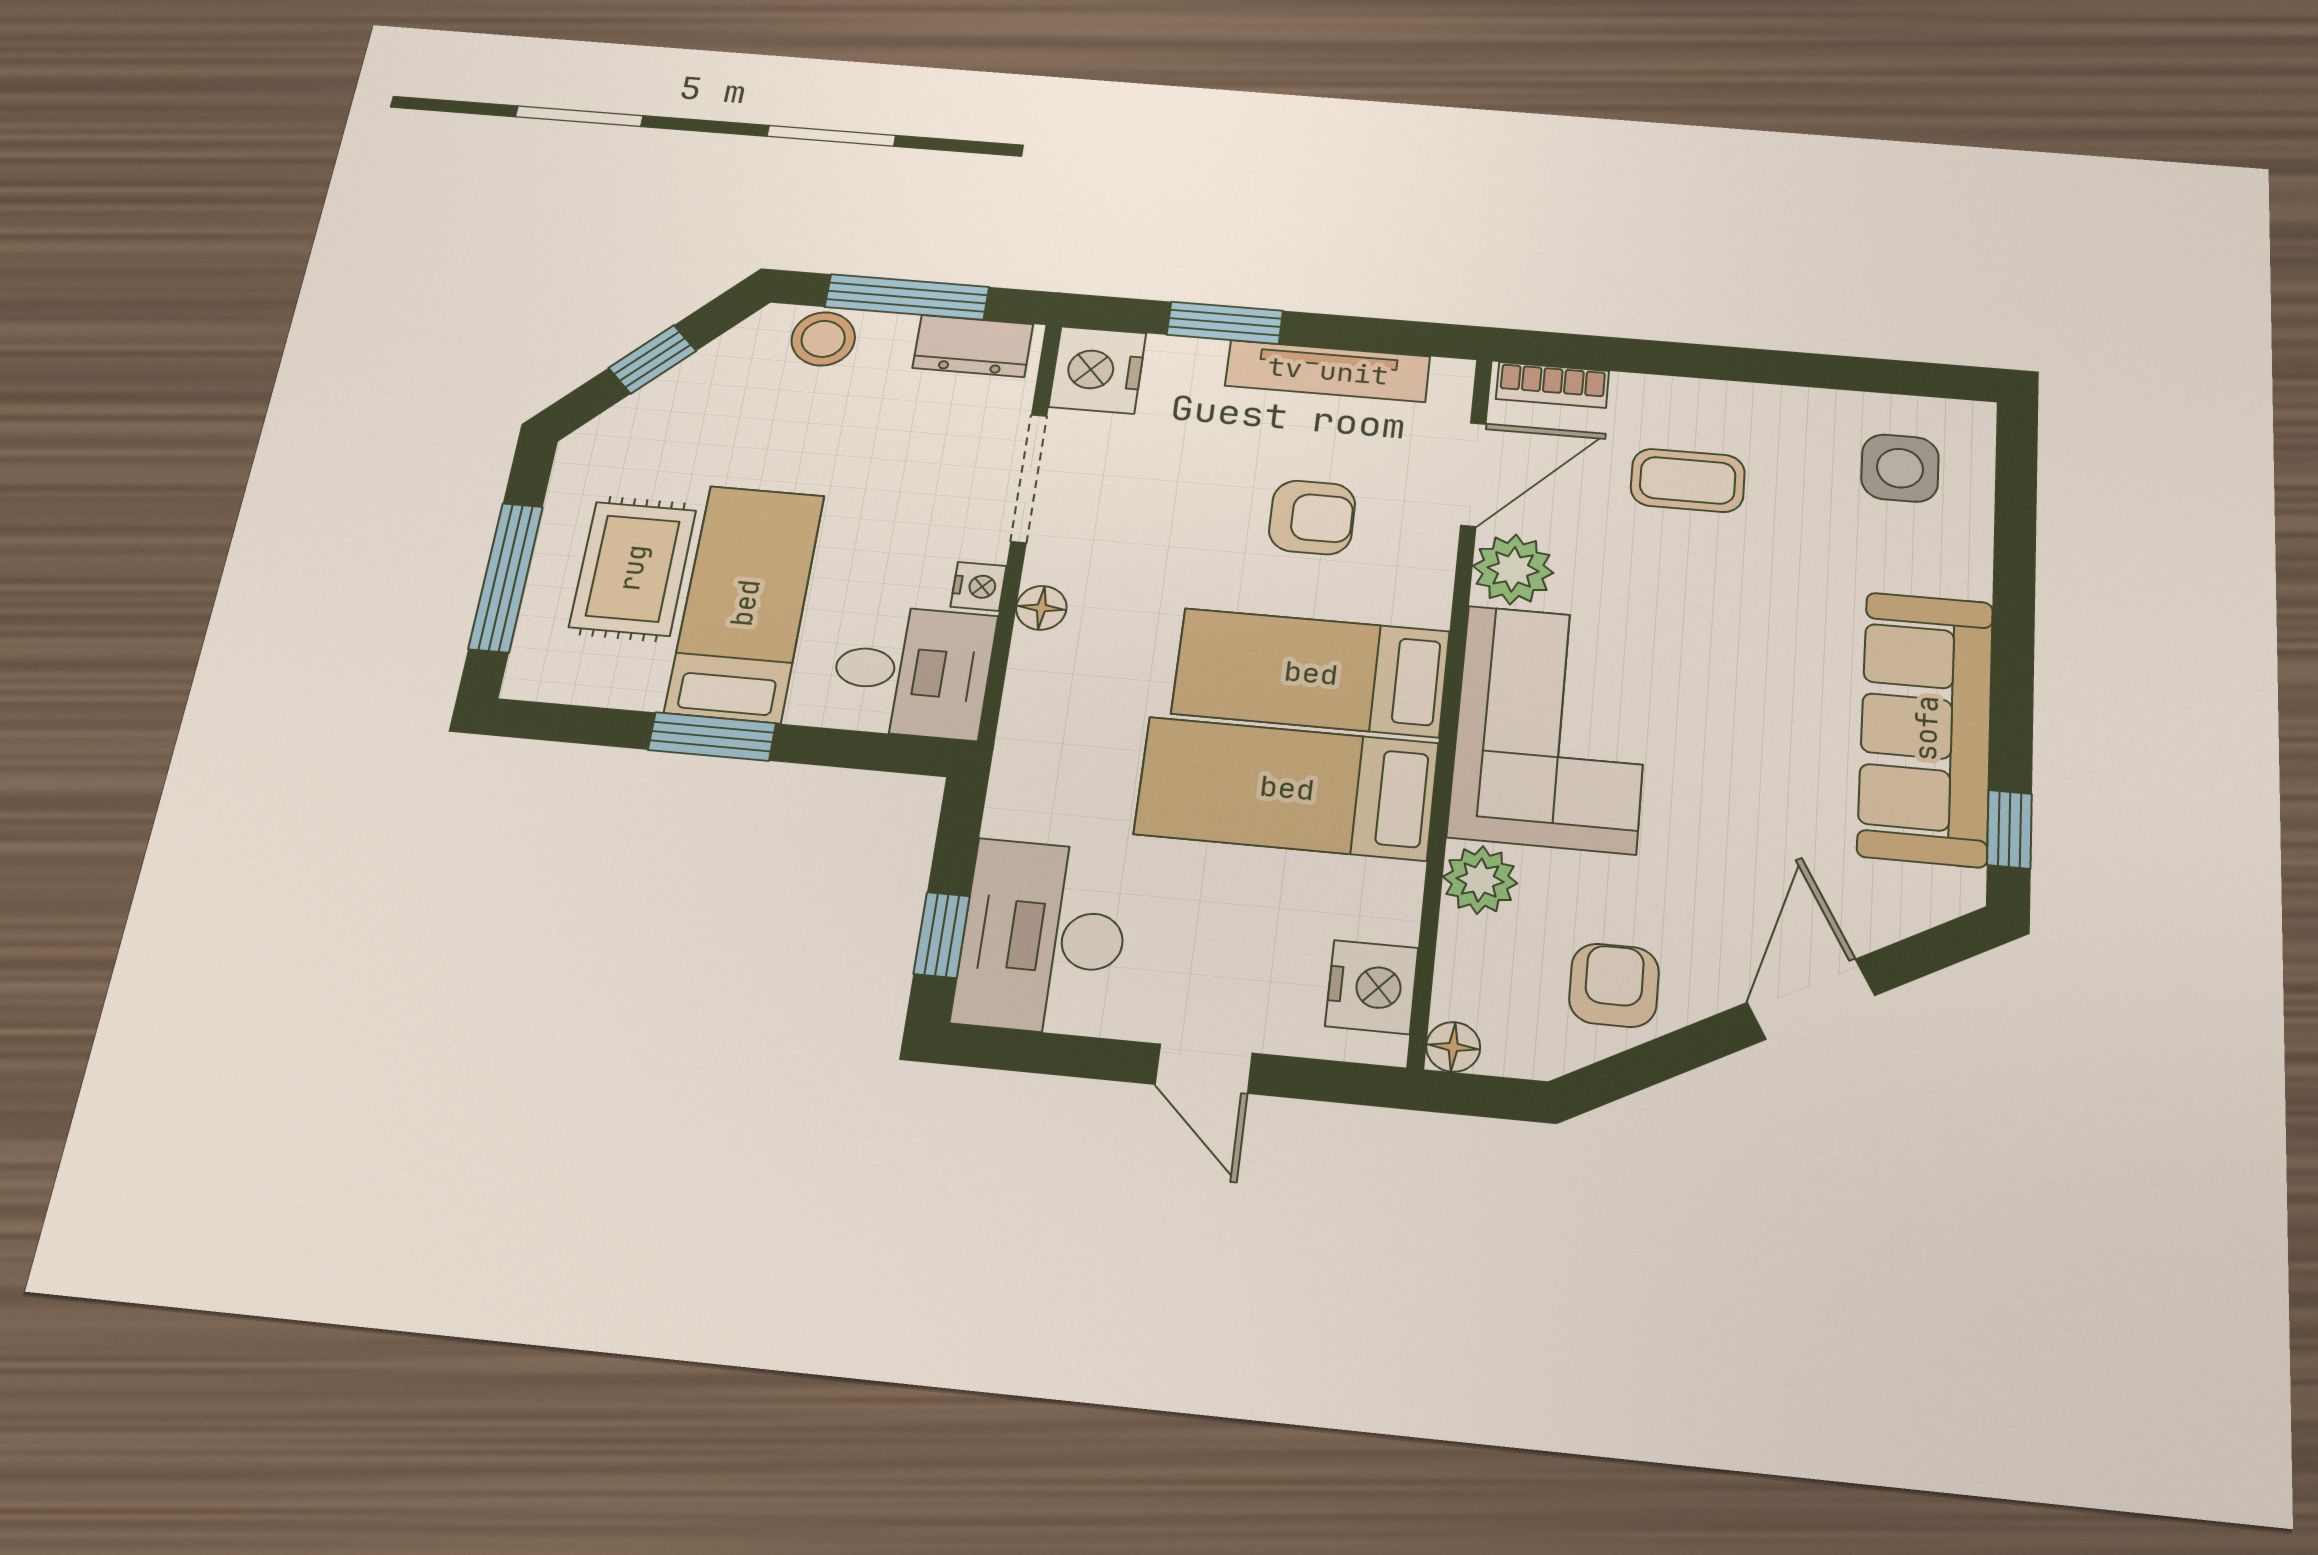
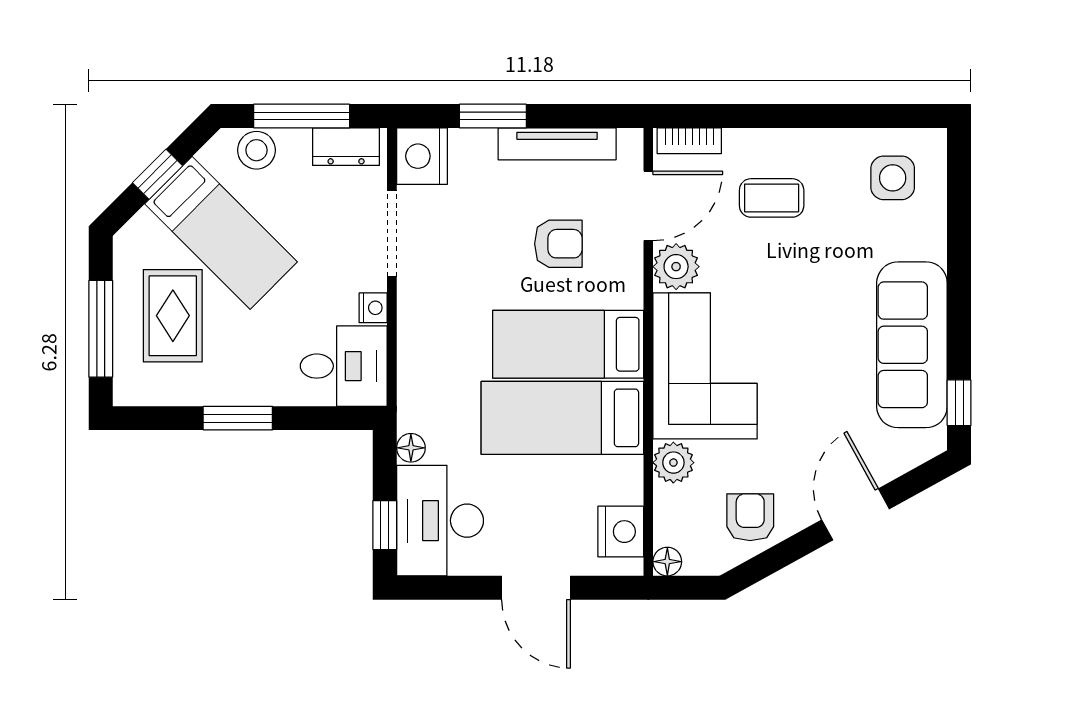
bed: (745, 603) -> (221, 233), moved, turned 135
floor lamp: (1041, 608) -> (411, 448), moved
door: (1204, 1069) -> (536, 588), width x1.38

